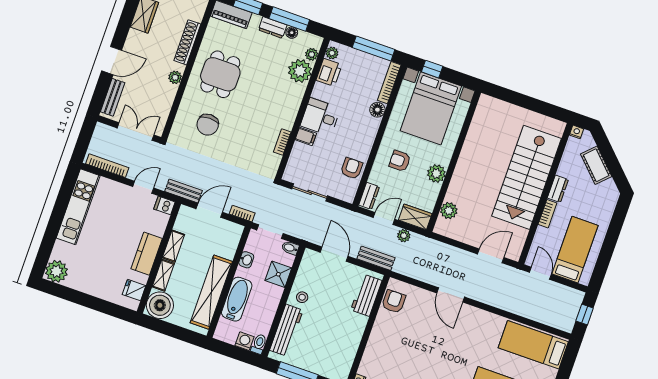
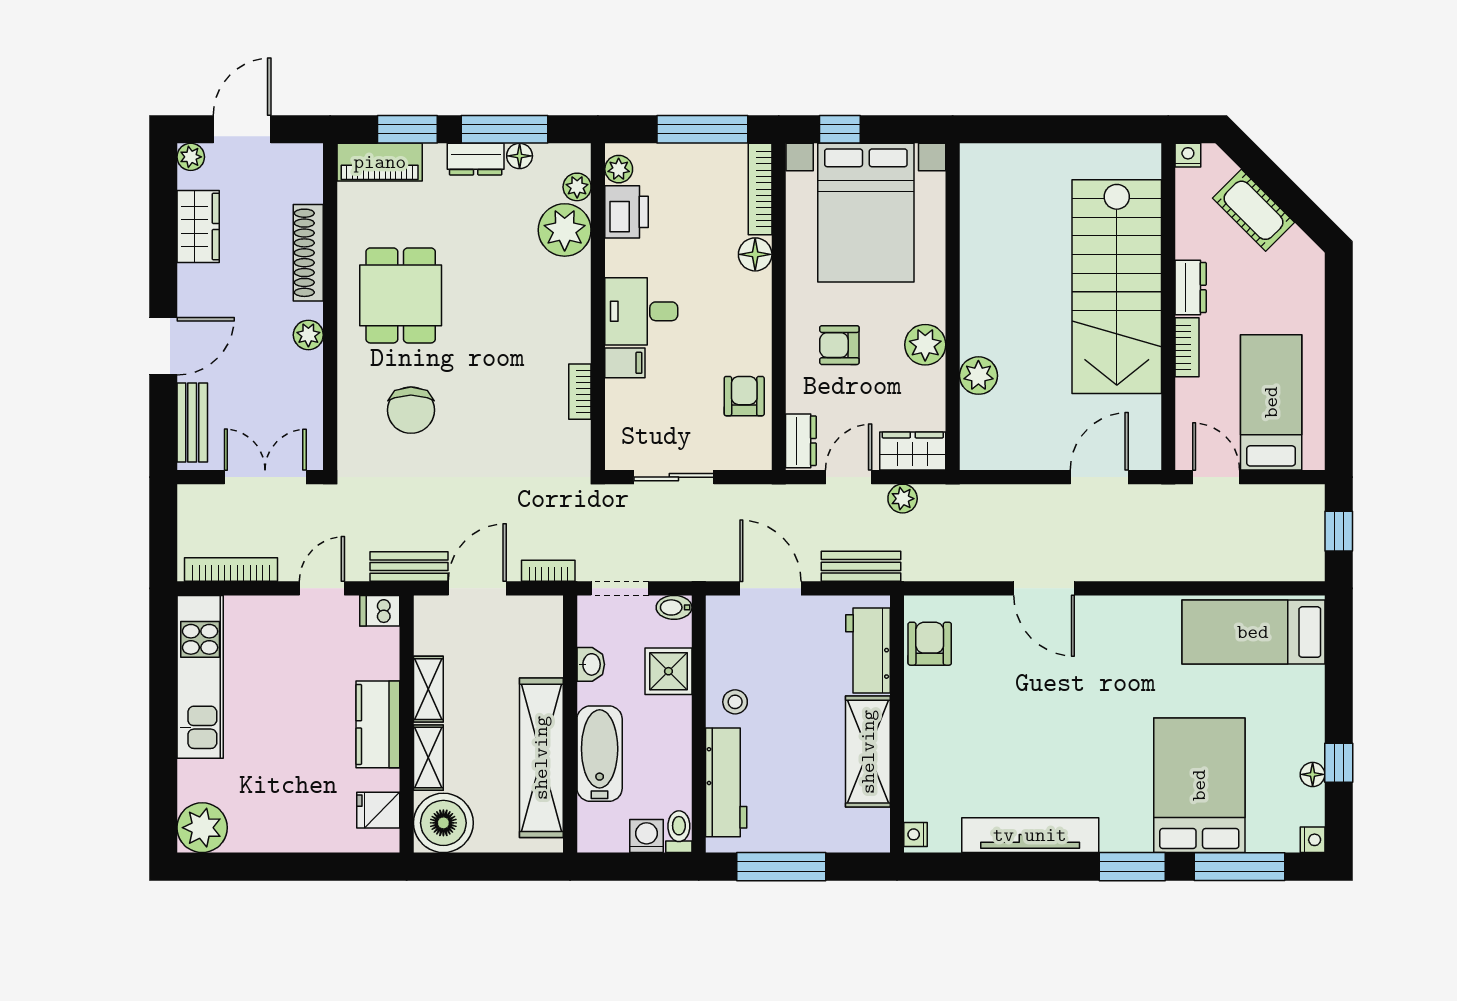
plant: (449, 211) -> (978, 376), moved
shelving: (351, 338) -> (868, 752), added

